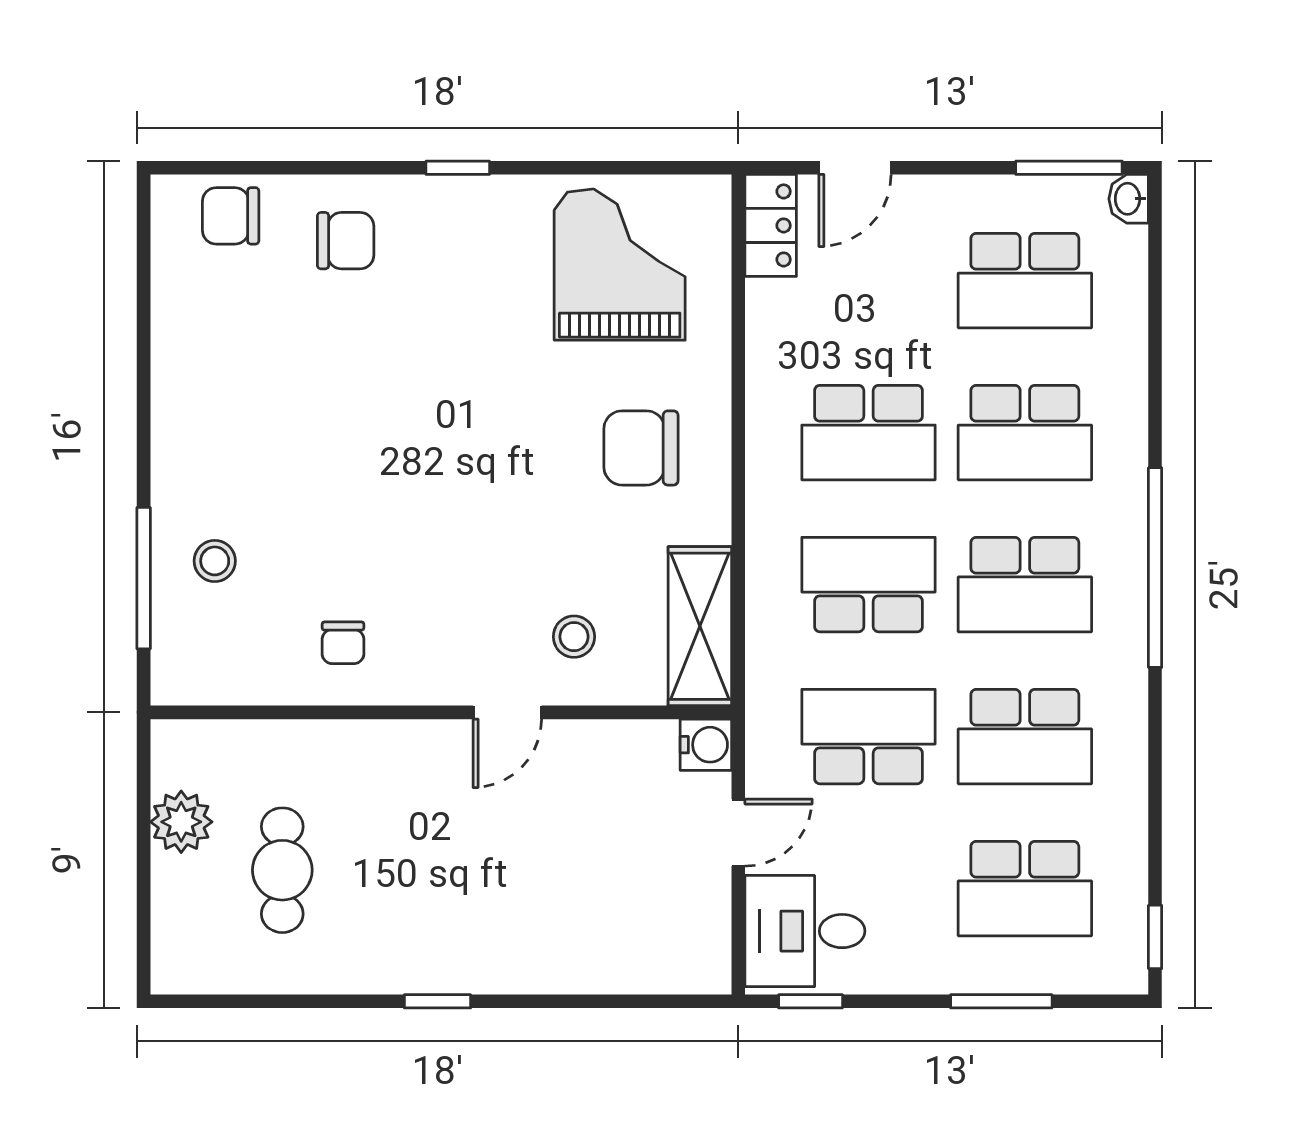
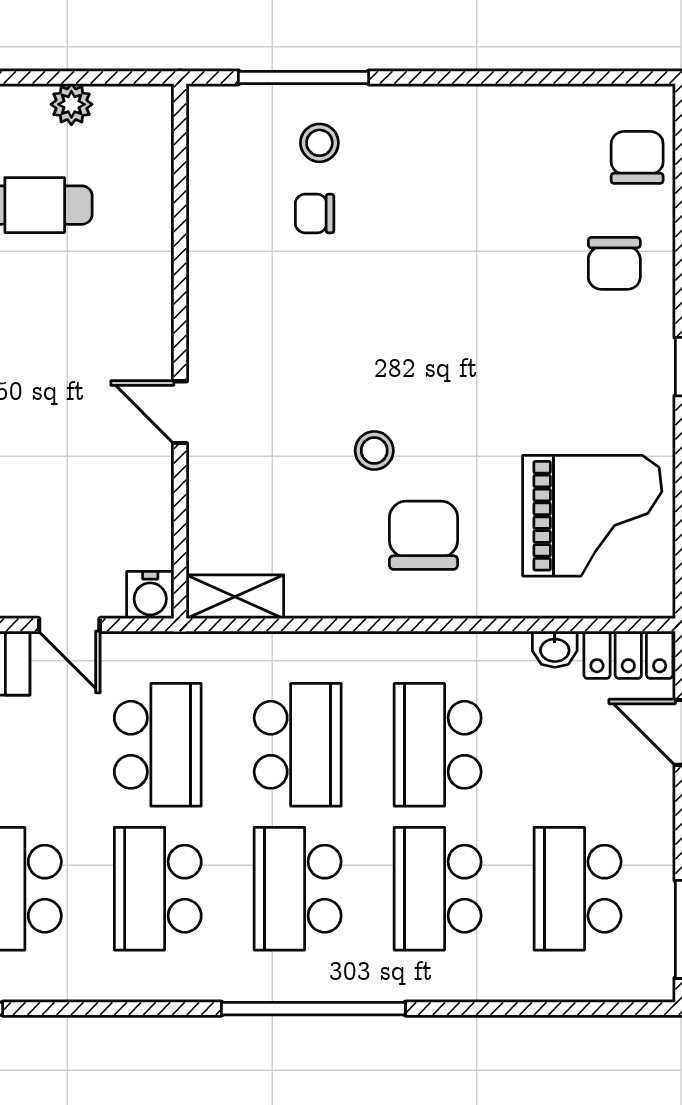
washbasin: (1129, 199) -> (555, 649), moved, turned 180
shelving: (700, 626) -> (235, 597), width x0.67, depth x0.75
stool: (574, 637) -> (374, 451), moved
chair: (343, 643) -> (315, 214), moved
plant: (181, 822) -> (71, 104), width x0.73, depth x0.73

